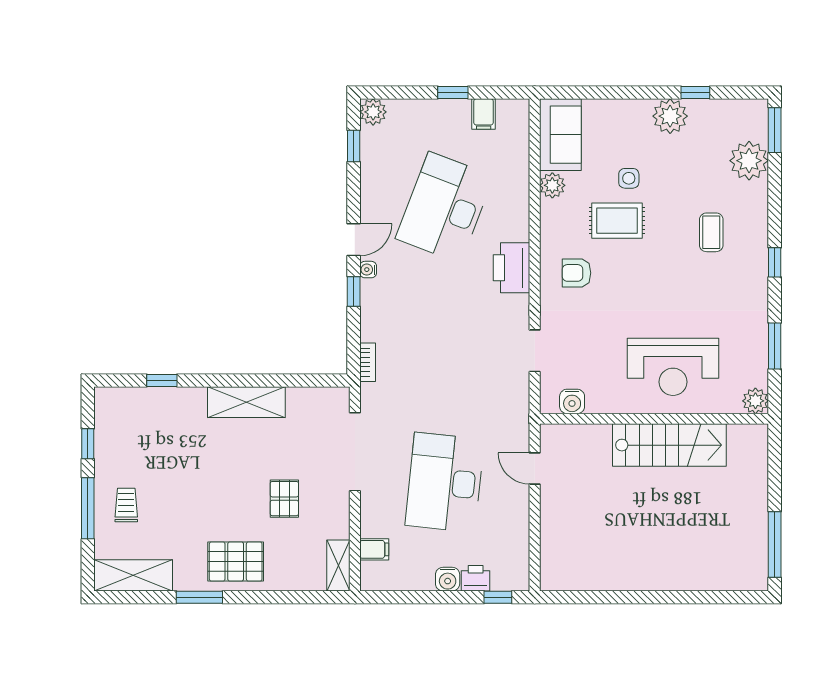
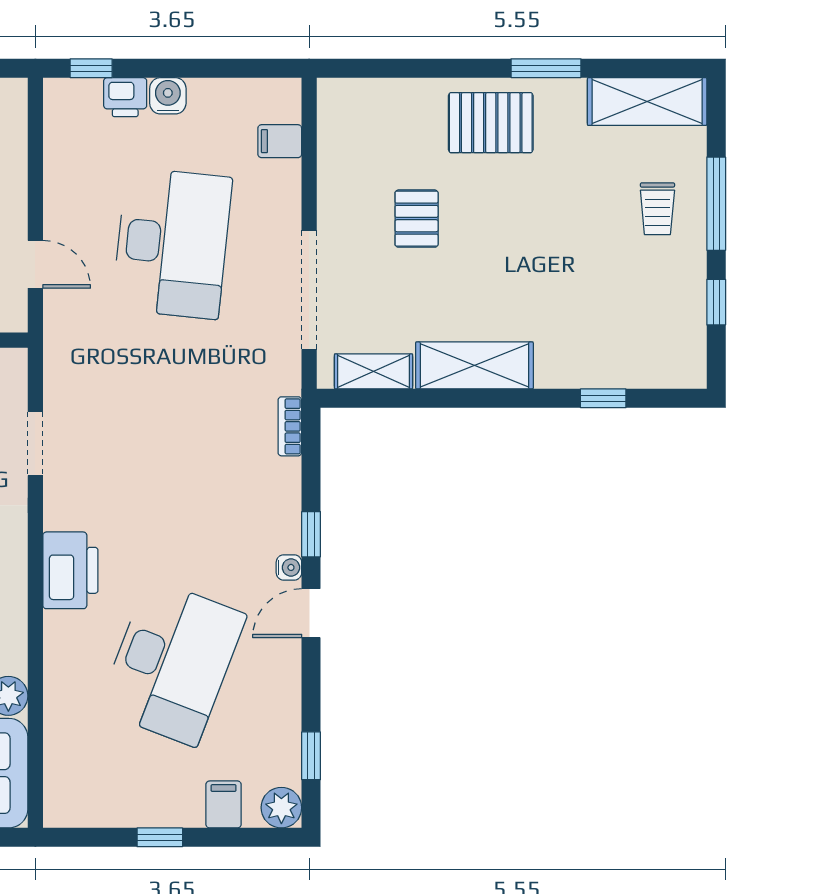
filing cabinet: (484, 114) -> (224, 804), moved
shelving: (338, 565) -> (374, 371), moved, turned 90

